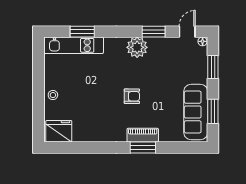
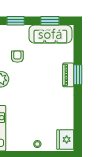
armchair: (132, 96) -> (17, 57), moved

